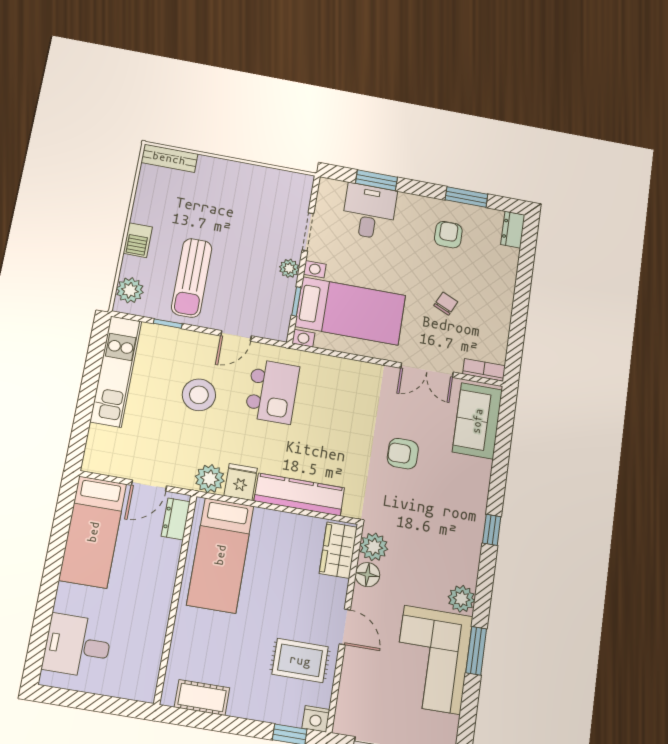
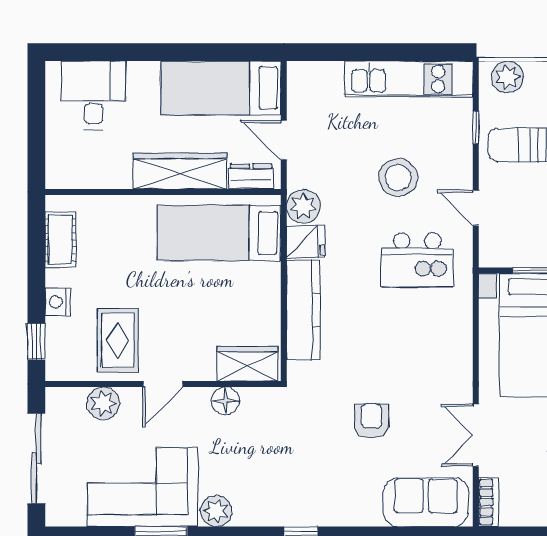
plant: (374, 547) -> (103, 403), moved
wardrobe: (160, 580) -> (180, 171), added
nightstand: (316, 719) -> (58, 302), moved

